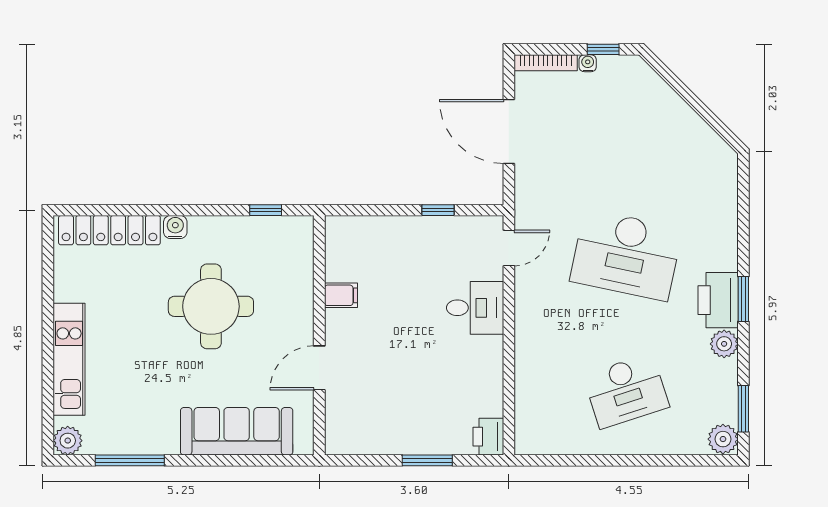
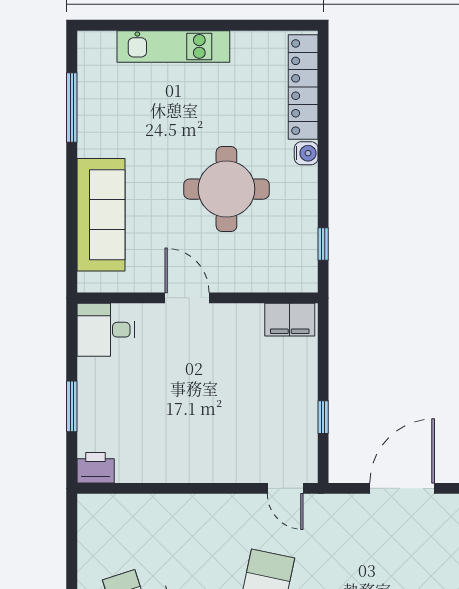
filing cabinet: (341, 295) -> (290, 320), moved, width x2.00
desk: (475, 308) -> (106, 330), moved, turned 90
door: (319, 368) -> (187, 298), moved
plant: (68, 441) -> (92, 45), removed

